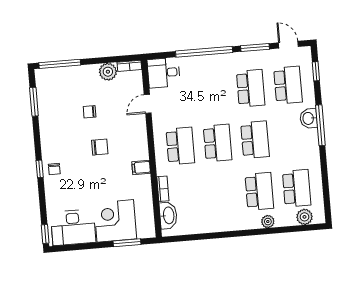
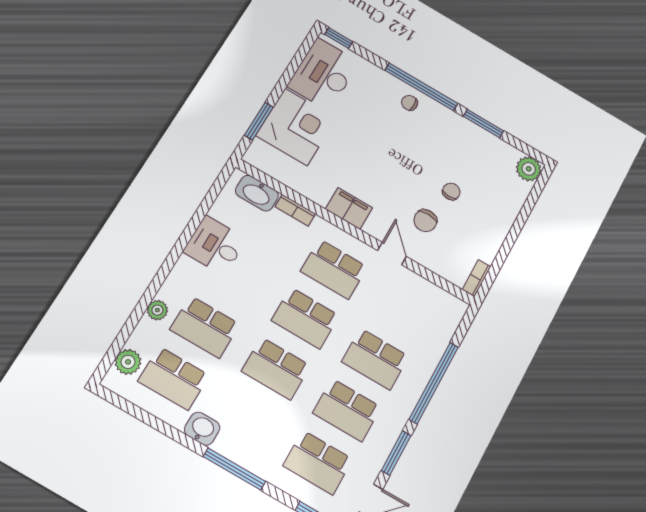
window: (60, 64) -> (533, 198), removed
plant: (108, 72) -> (529, 169), moved
desk: (164, 73) -> (215, 245), moved, turned -90
school desk: (213, 91) -> (375, 359), added
window: (34, 102) -> (484, 124), moved
door: (148, 104) -> (392, 254), moved
washbasin: (309, 118) -> (202, 429), moved
chair: (100, 147) -> (425, 221), moved
filing cabinet: (141, 167) -> (349, 208), width x2.00
window: (40, 169) -> (421, 87), width x3.17

